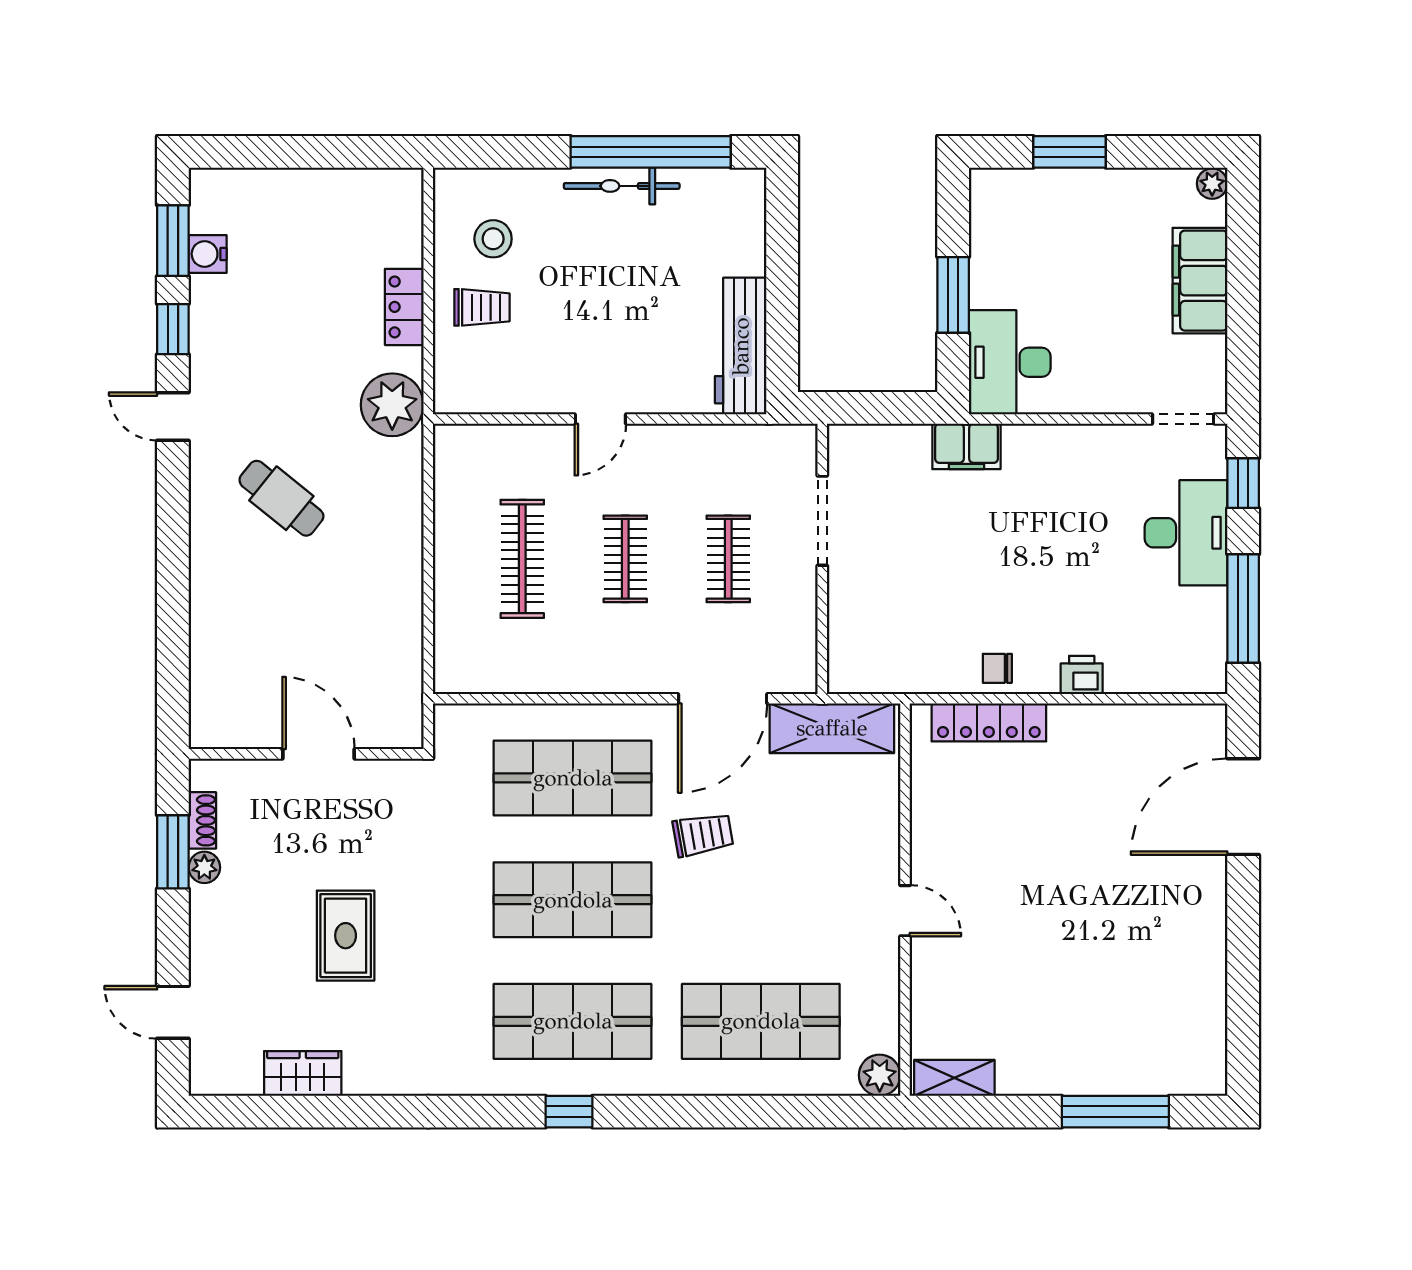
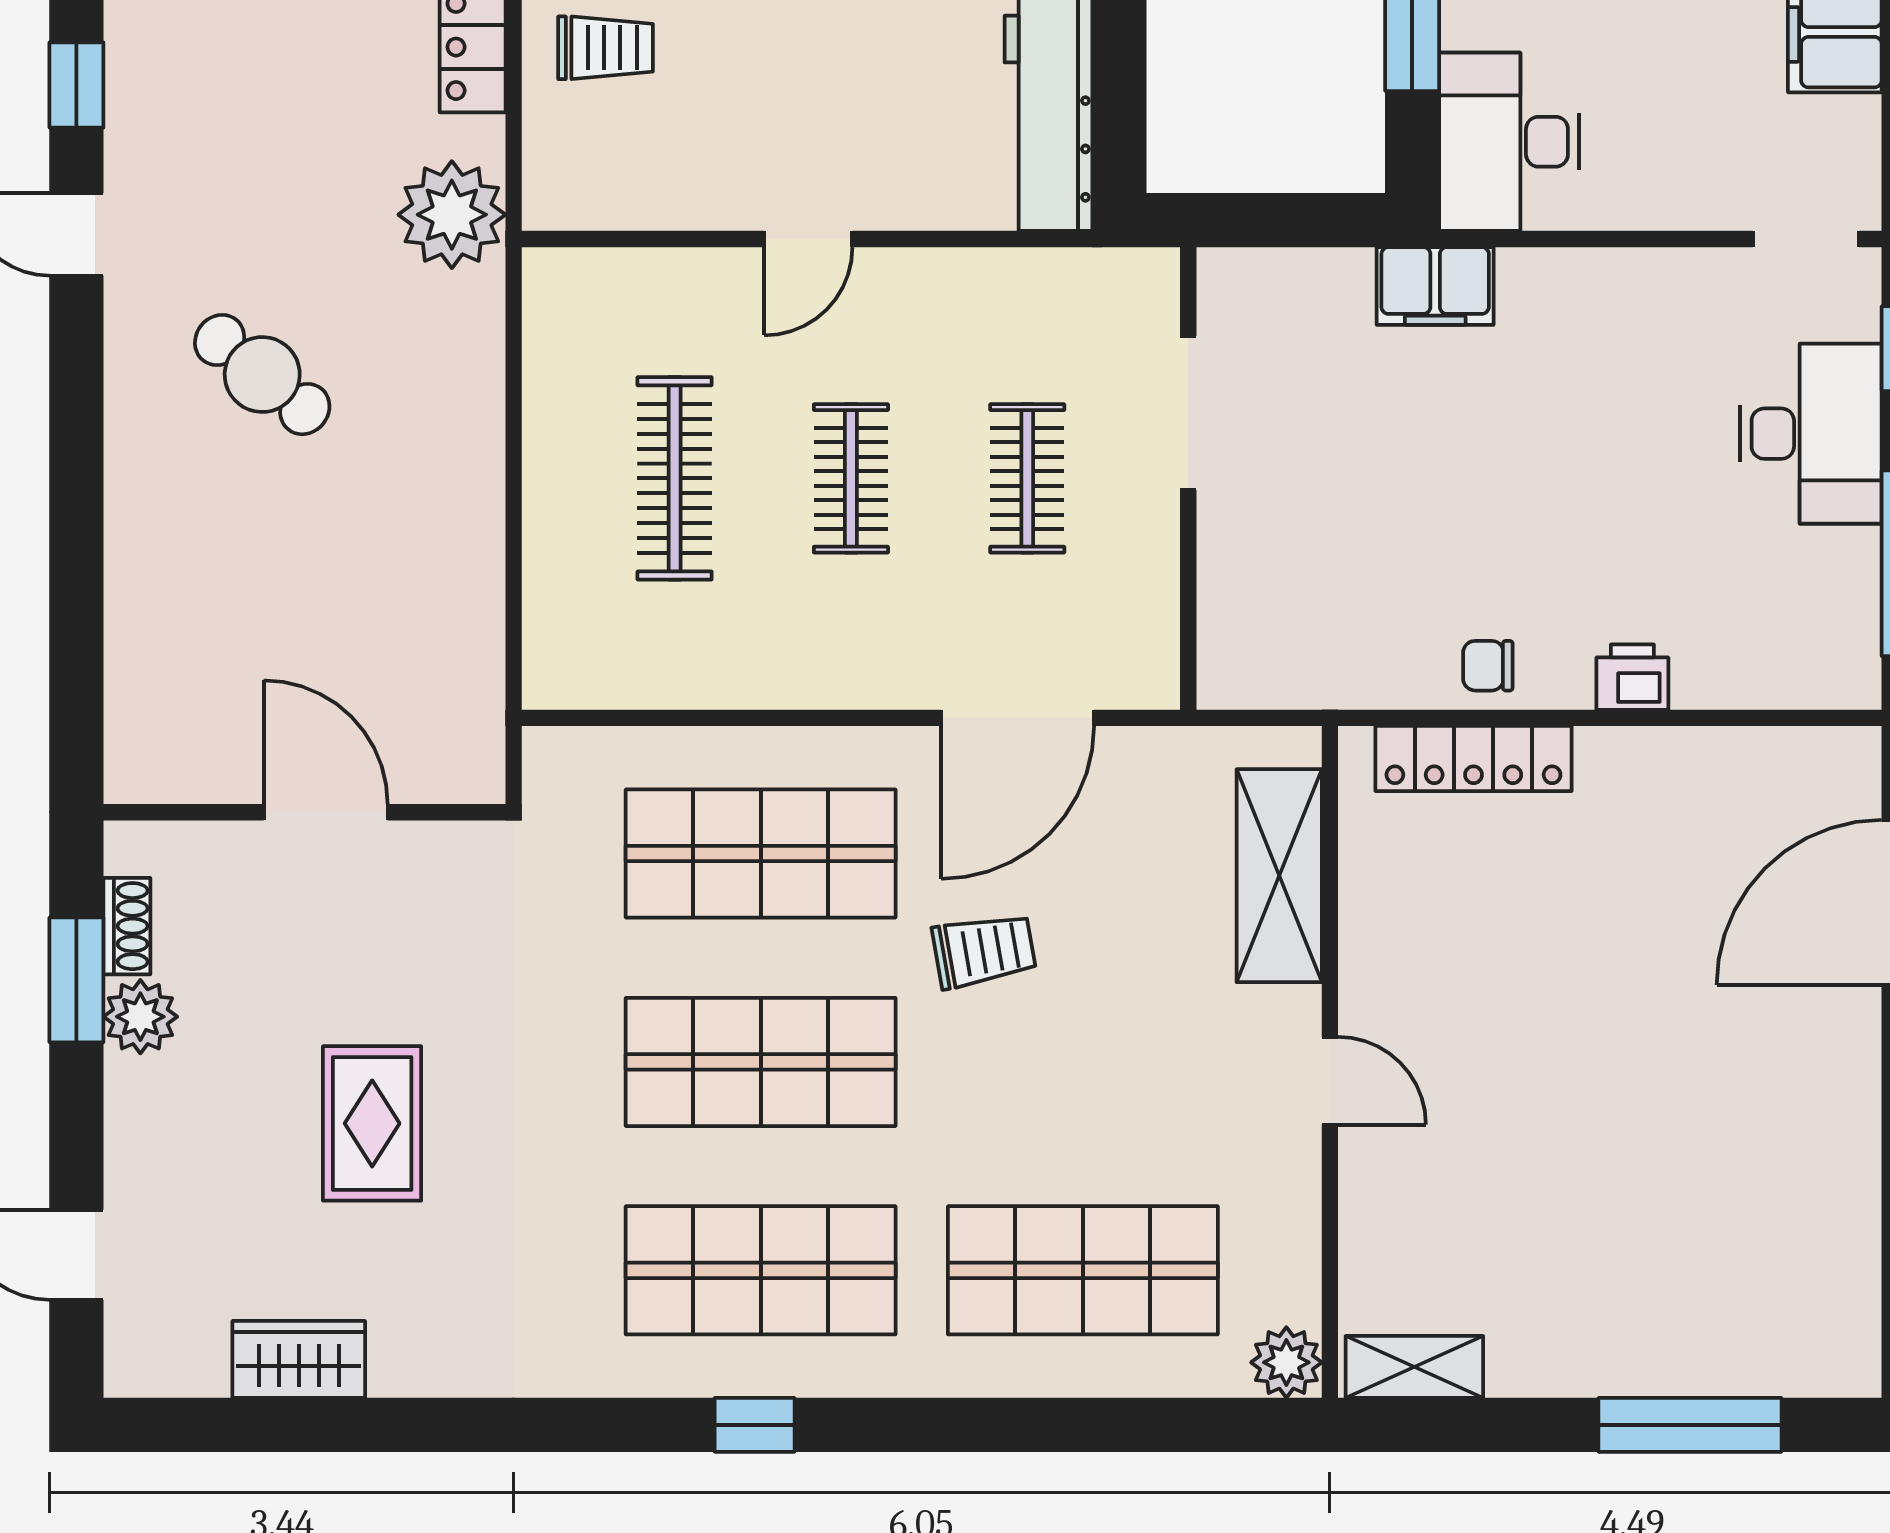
shelving: (832, 728) -> (1279, 876), moved, turned 90
plant: (204, 867) -> (140, 1017), width x1.38, depth x1.38

